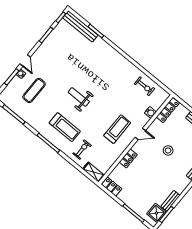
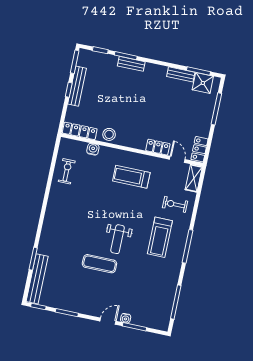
exercise mat: (34, 90) -> (99, 264), moved
treadmill: (65, 127) -> (160, 237), turned 180
door: (140, 134) -> (177, 159), moved
stool: (168, 150) -> (109, 134), moved

